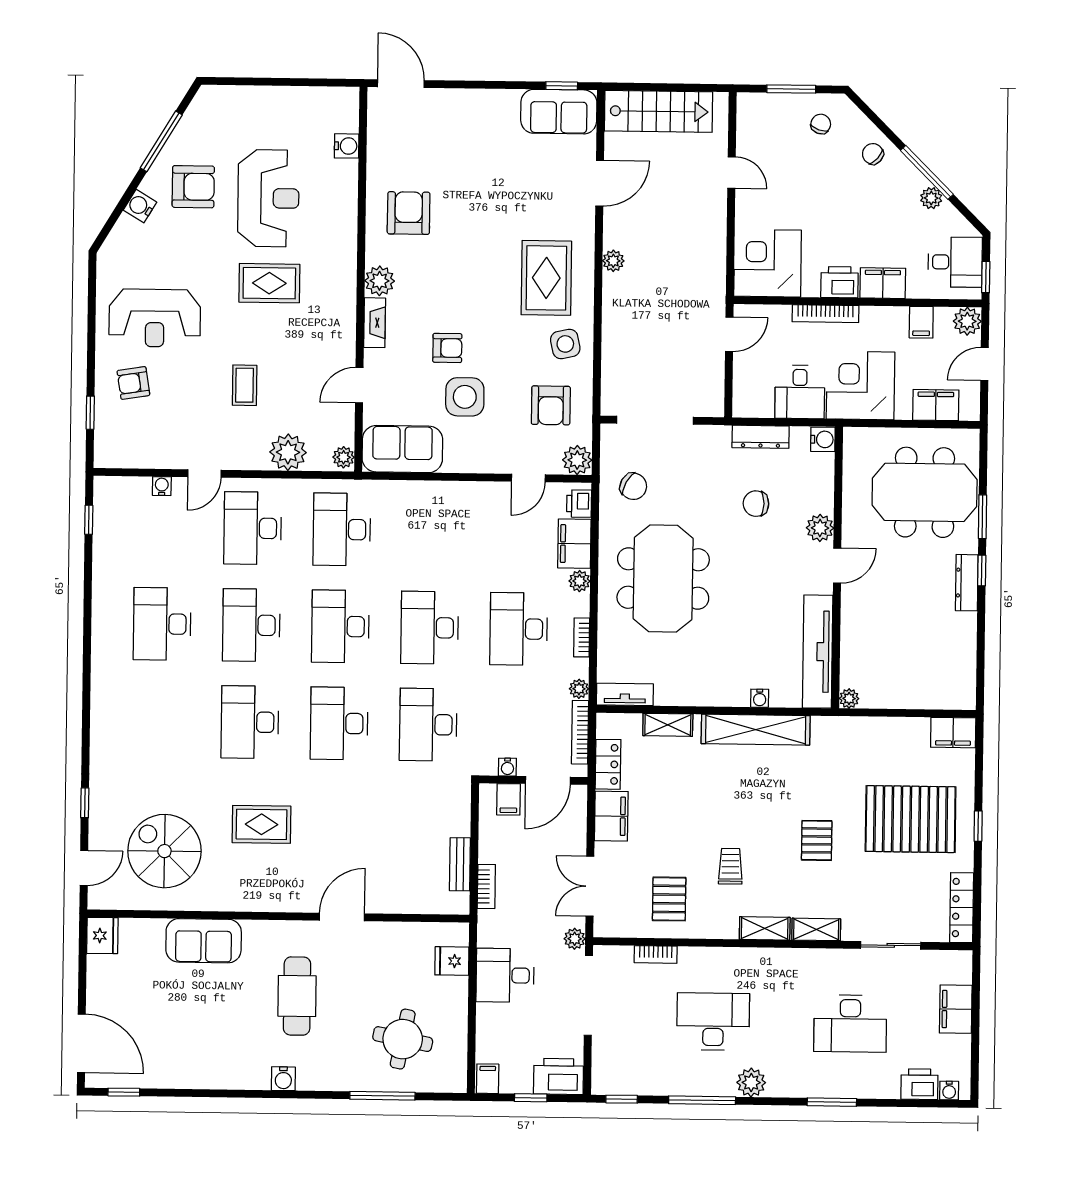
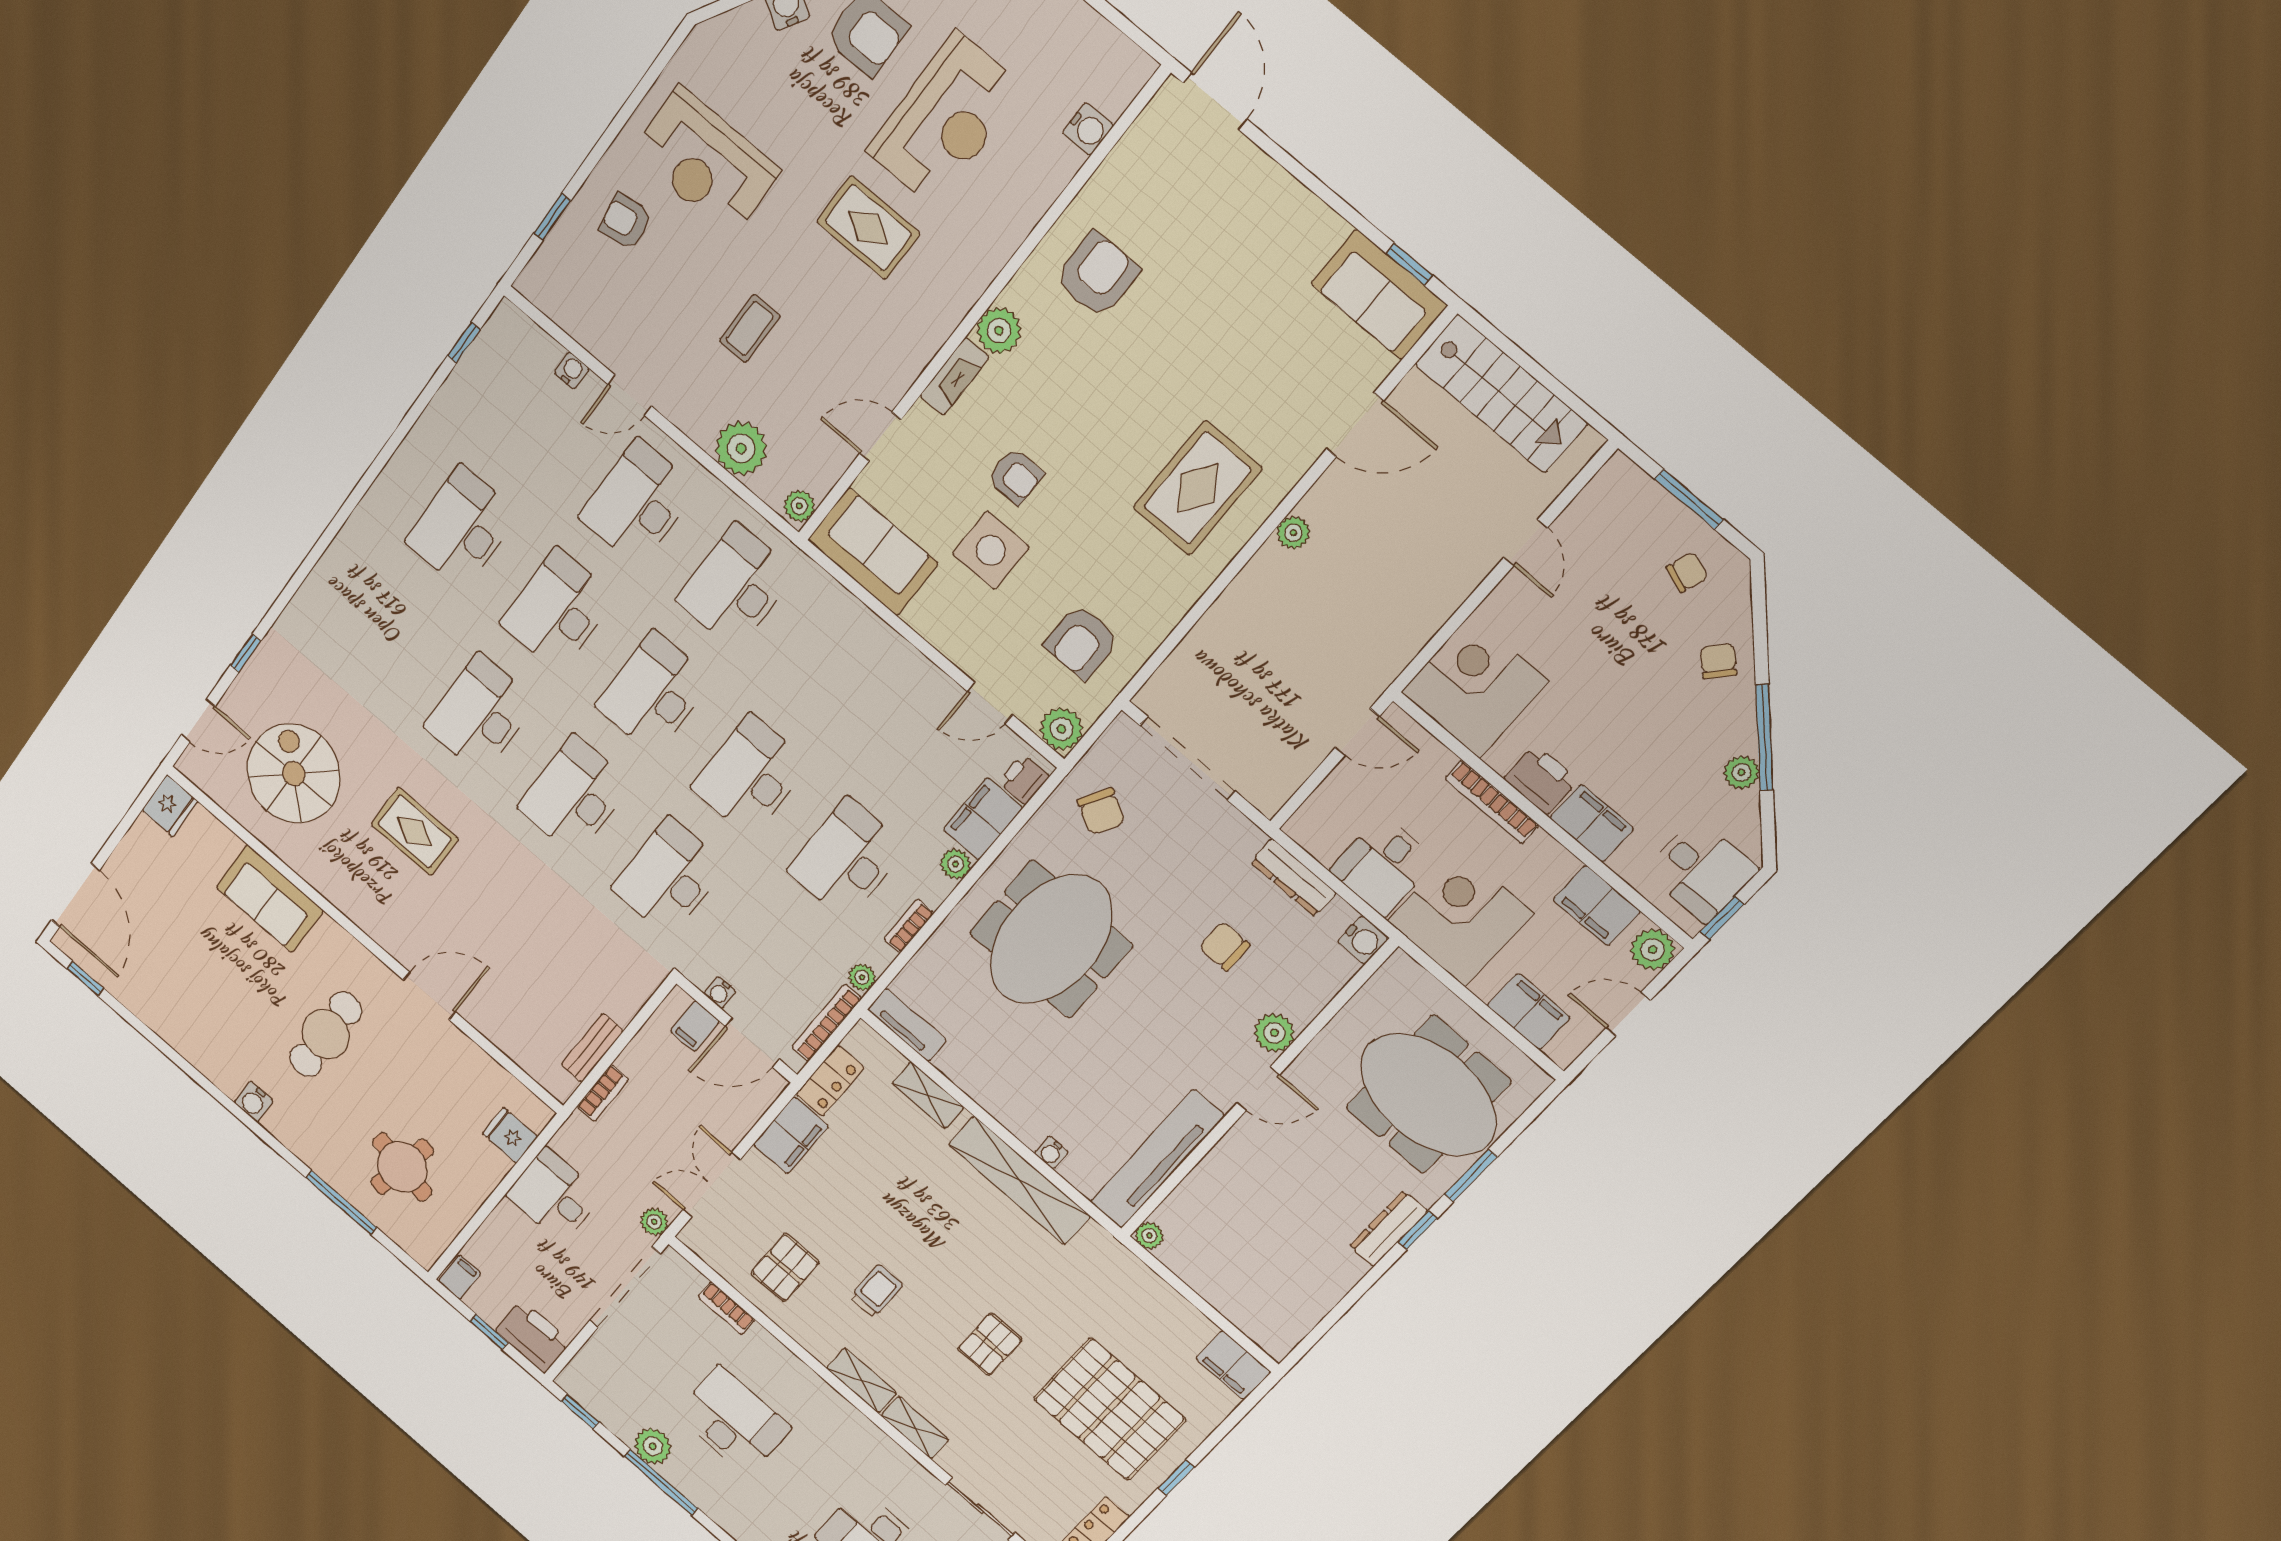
filing cabinet: (921, 322) -> (1597, 906), width x2.00
side table: (565, 344) -> (1156, 585), removed
plant: (751, 1083) -> (653, 1446), moved

